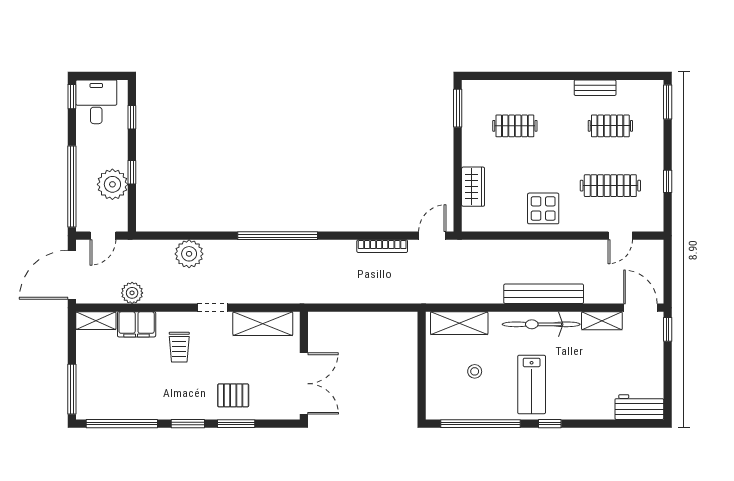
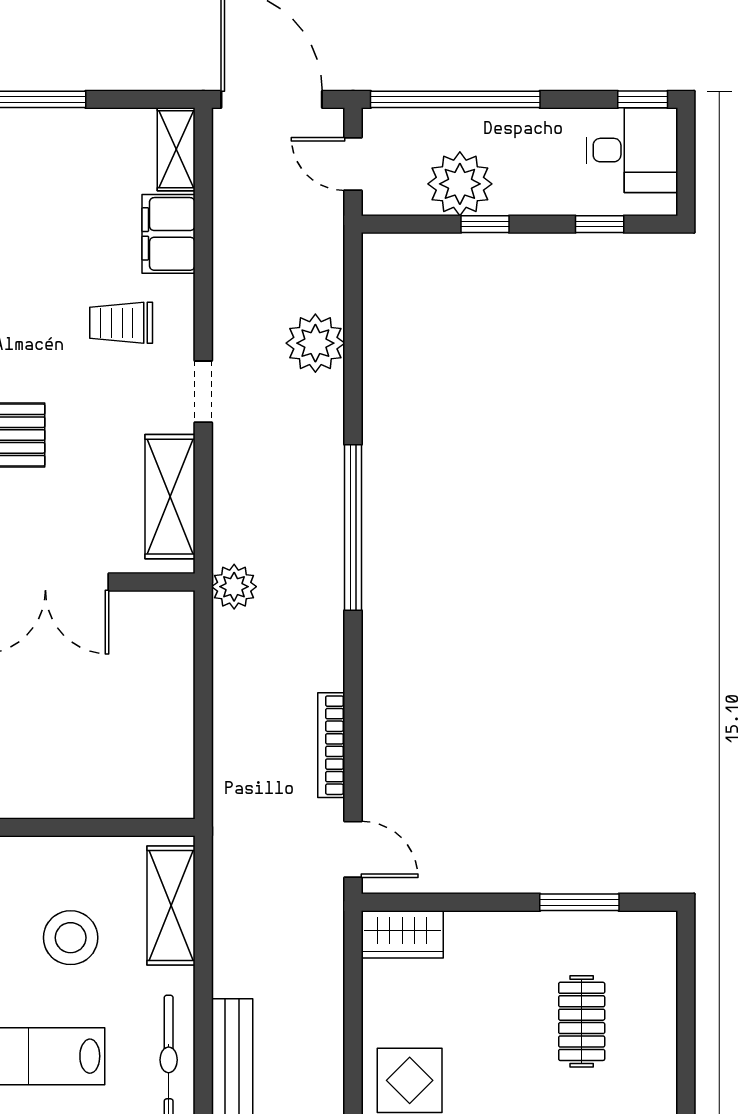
window: (458, 108) -> (579, 902), moved
wardrobe: (473, 187) -> (402, 934), moved
plant: (132, 293) -> (234, 587), moved
stool: (475, 371) -> (71, 938), width x1.89, depth x1.89

